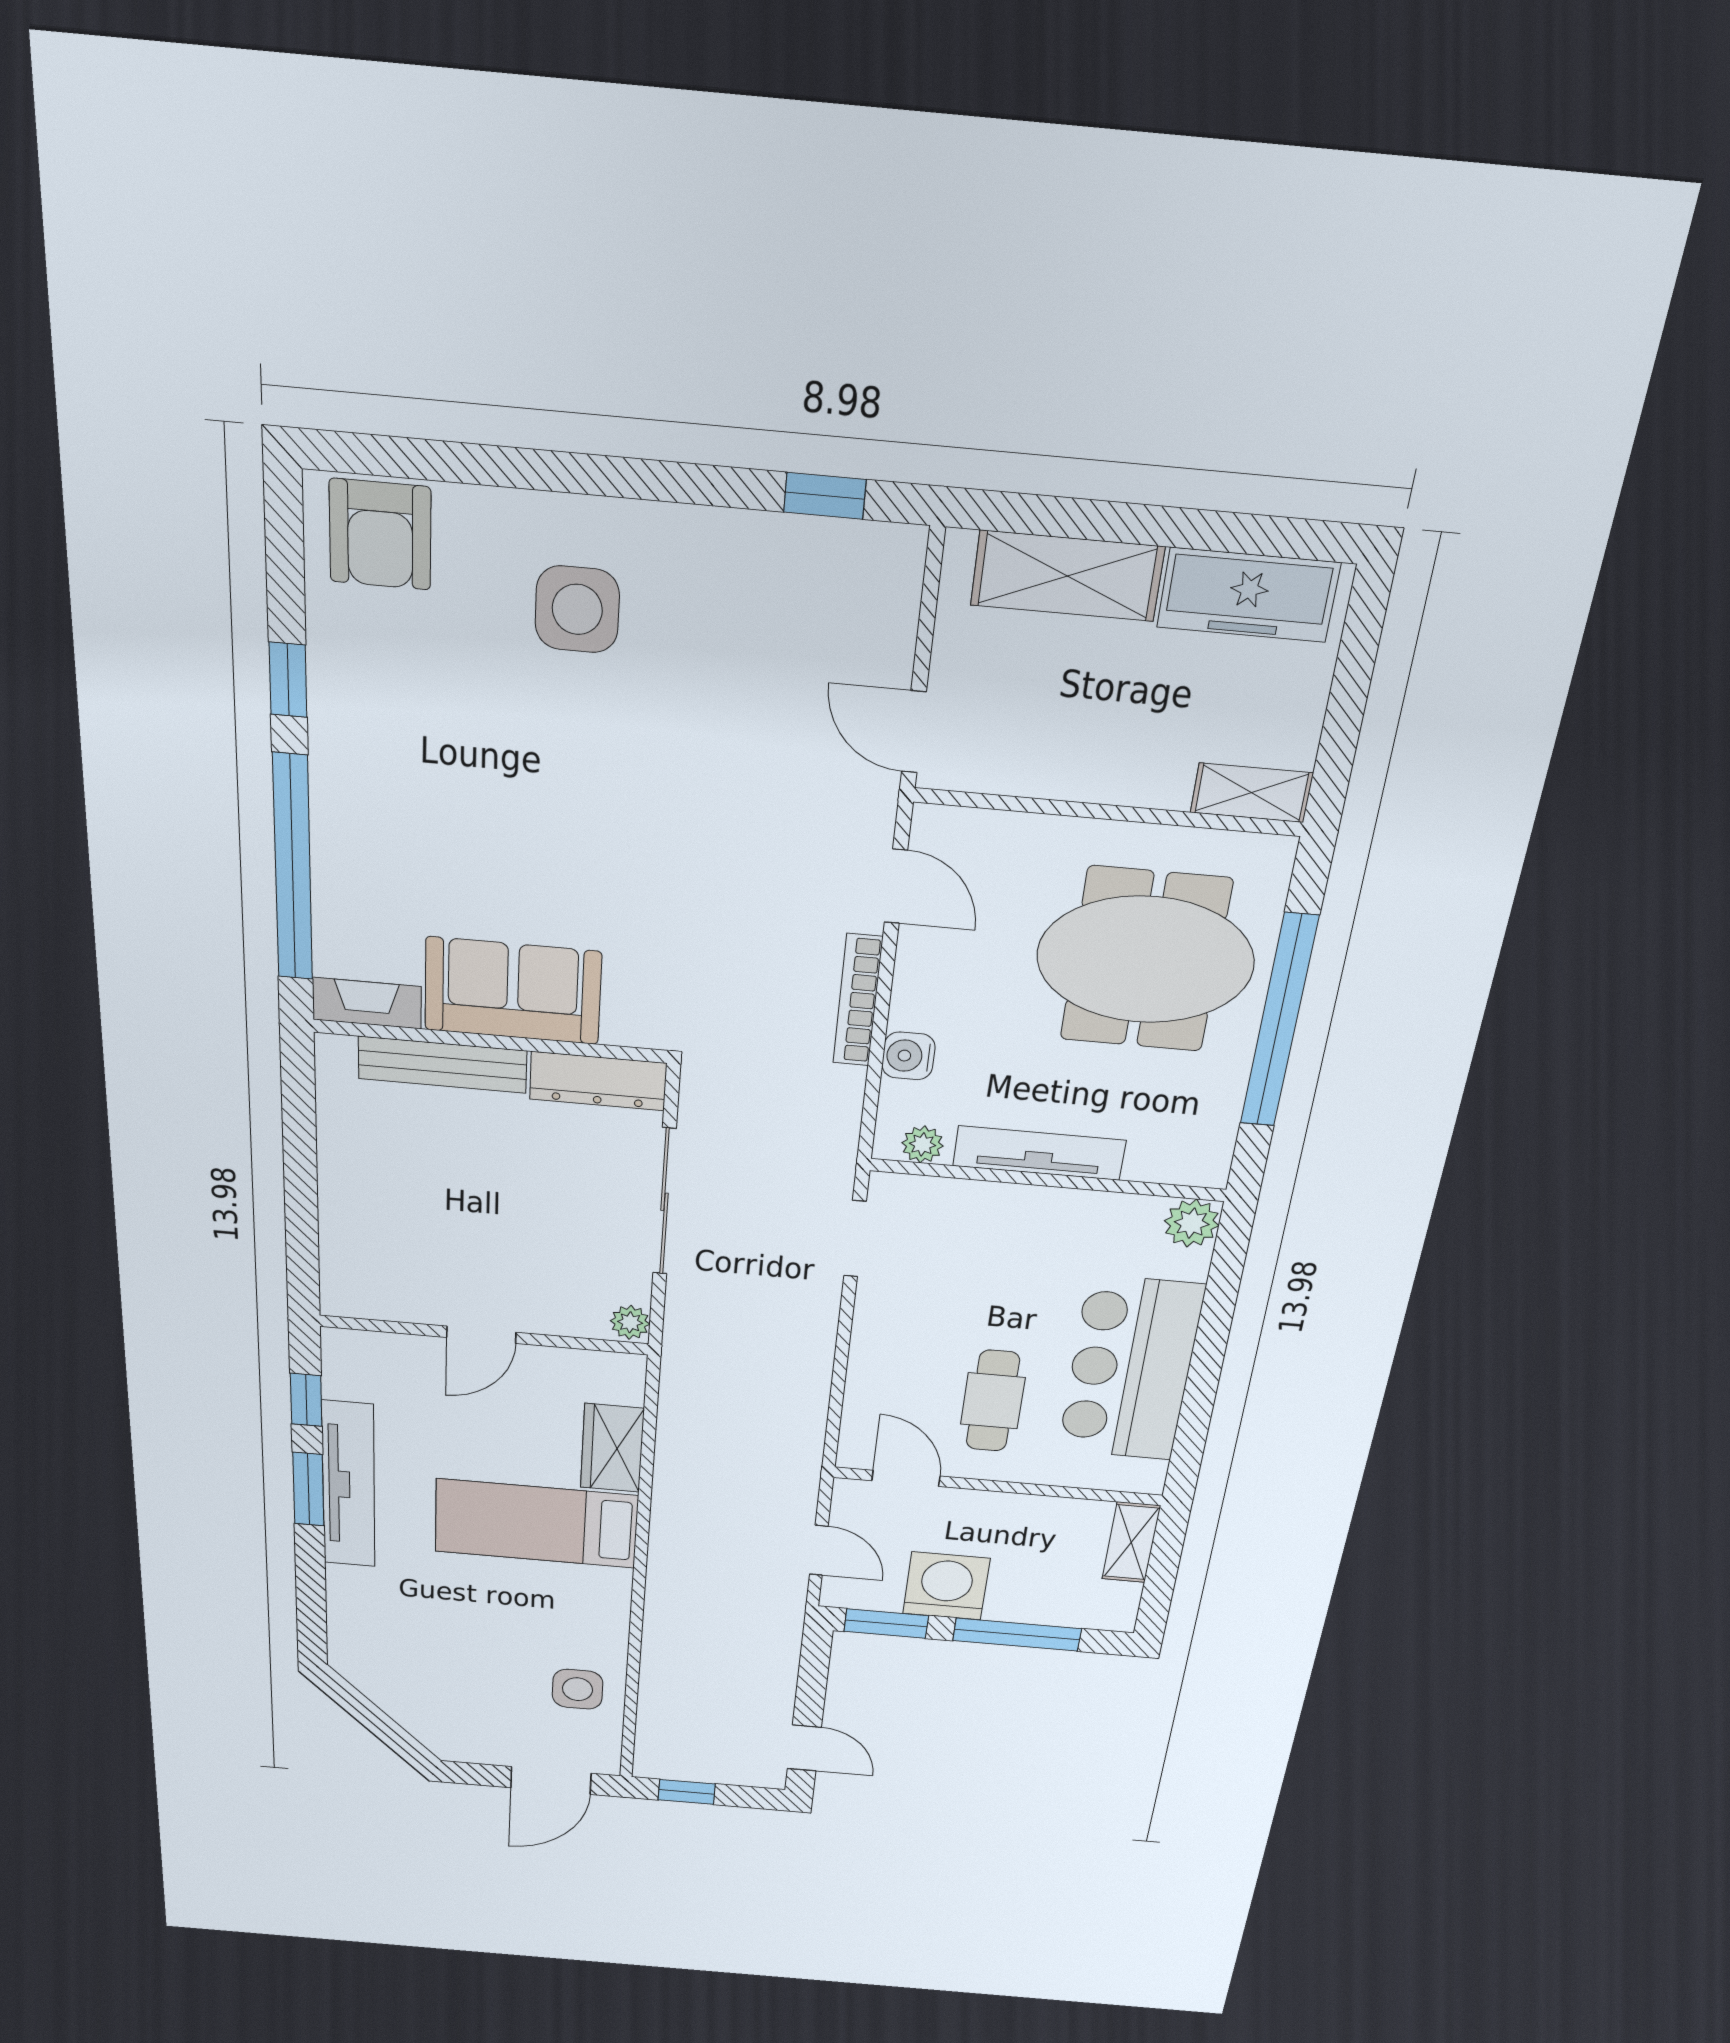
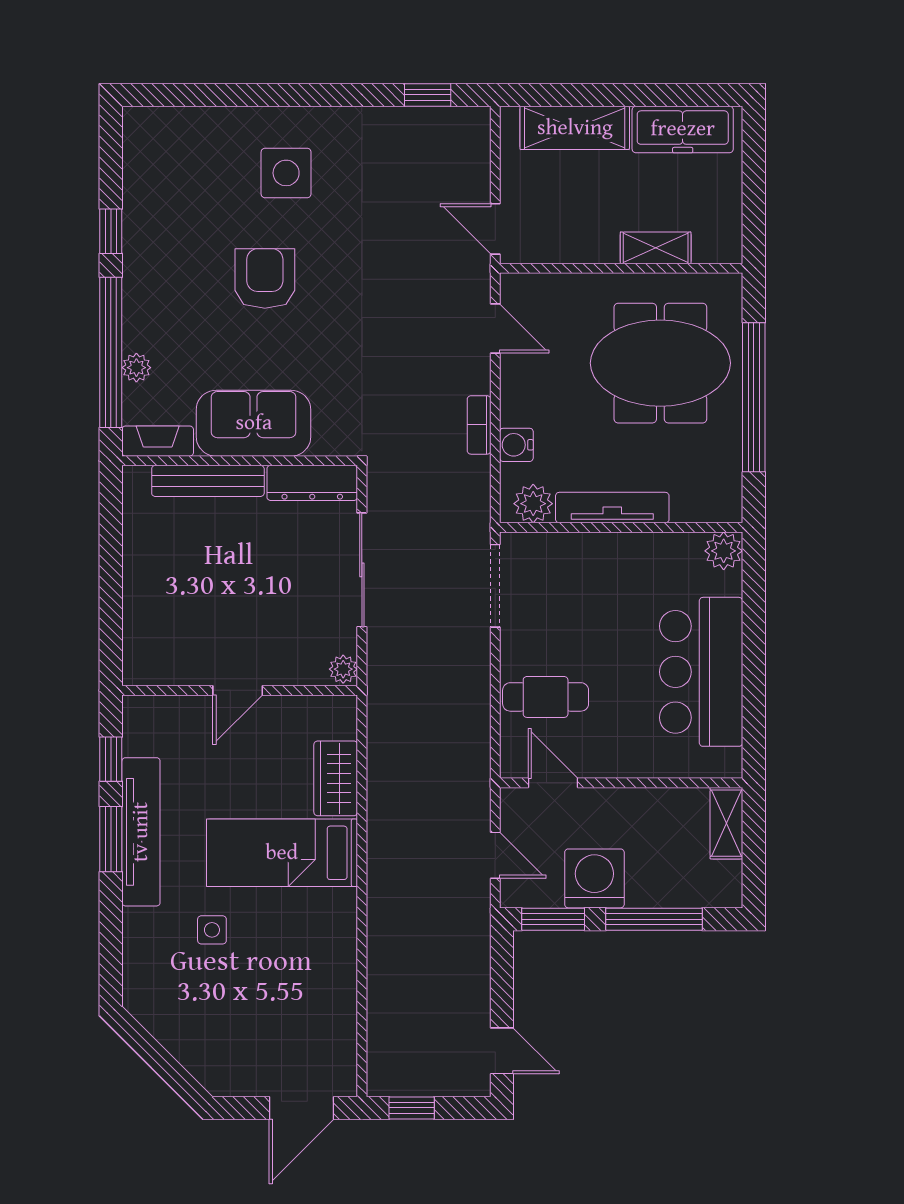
armchair: (380, 534) -> (265, 278), moved, turned 180
shelving: (1252, 793) -> (656, 248), moved
plant: (333, 895) -> (136, 368), added
bookcase: (858, 1000) -> (479, 425), width x0.64
plant: (922, 1144) -> (533, 504), width x1.38, depth x1.38
doorway: (855, 1239) -> (495, 586), width x1.38
cafe table: (993, 1401) -> (546, 697), moved, turned 90
side table: (577, 1689) -> (212, 930), moved, width x0.73, depth x0.73

